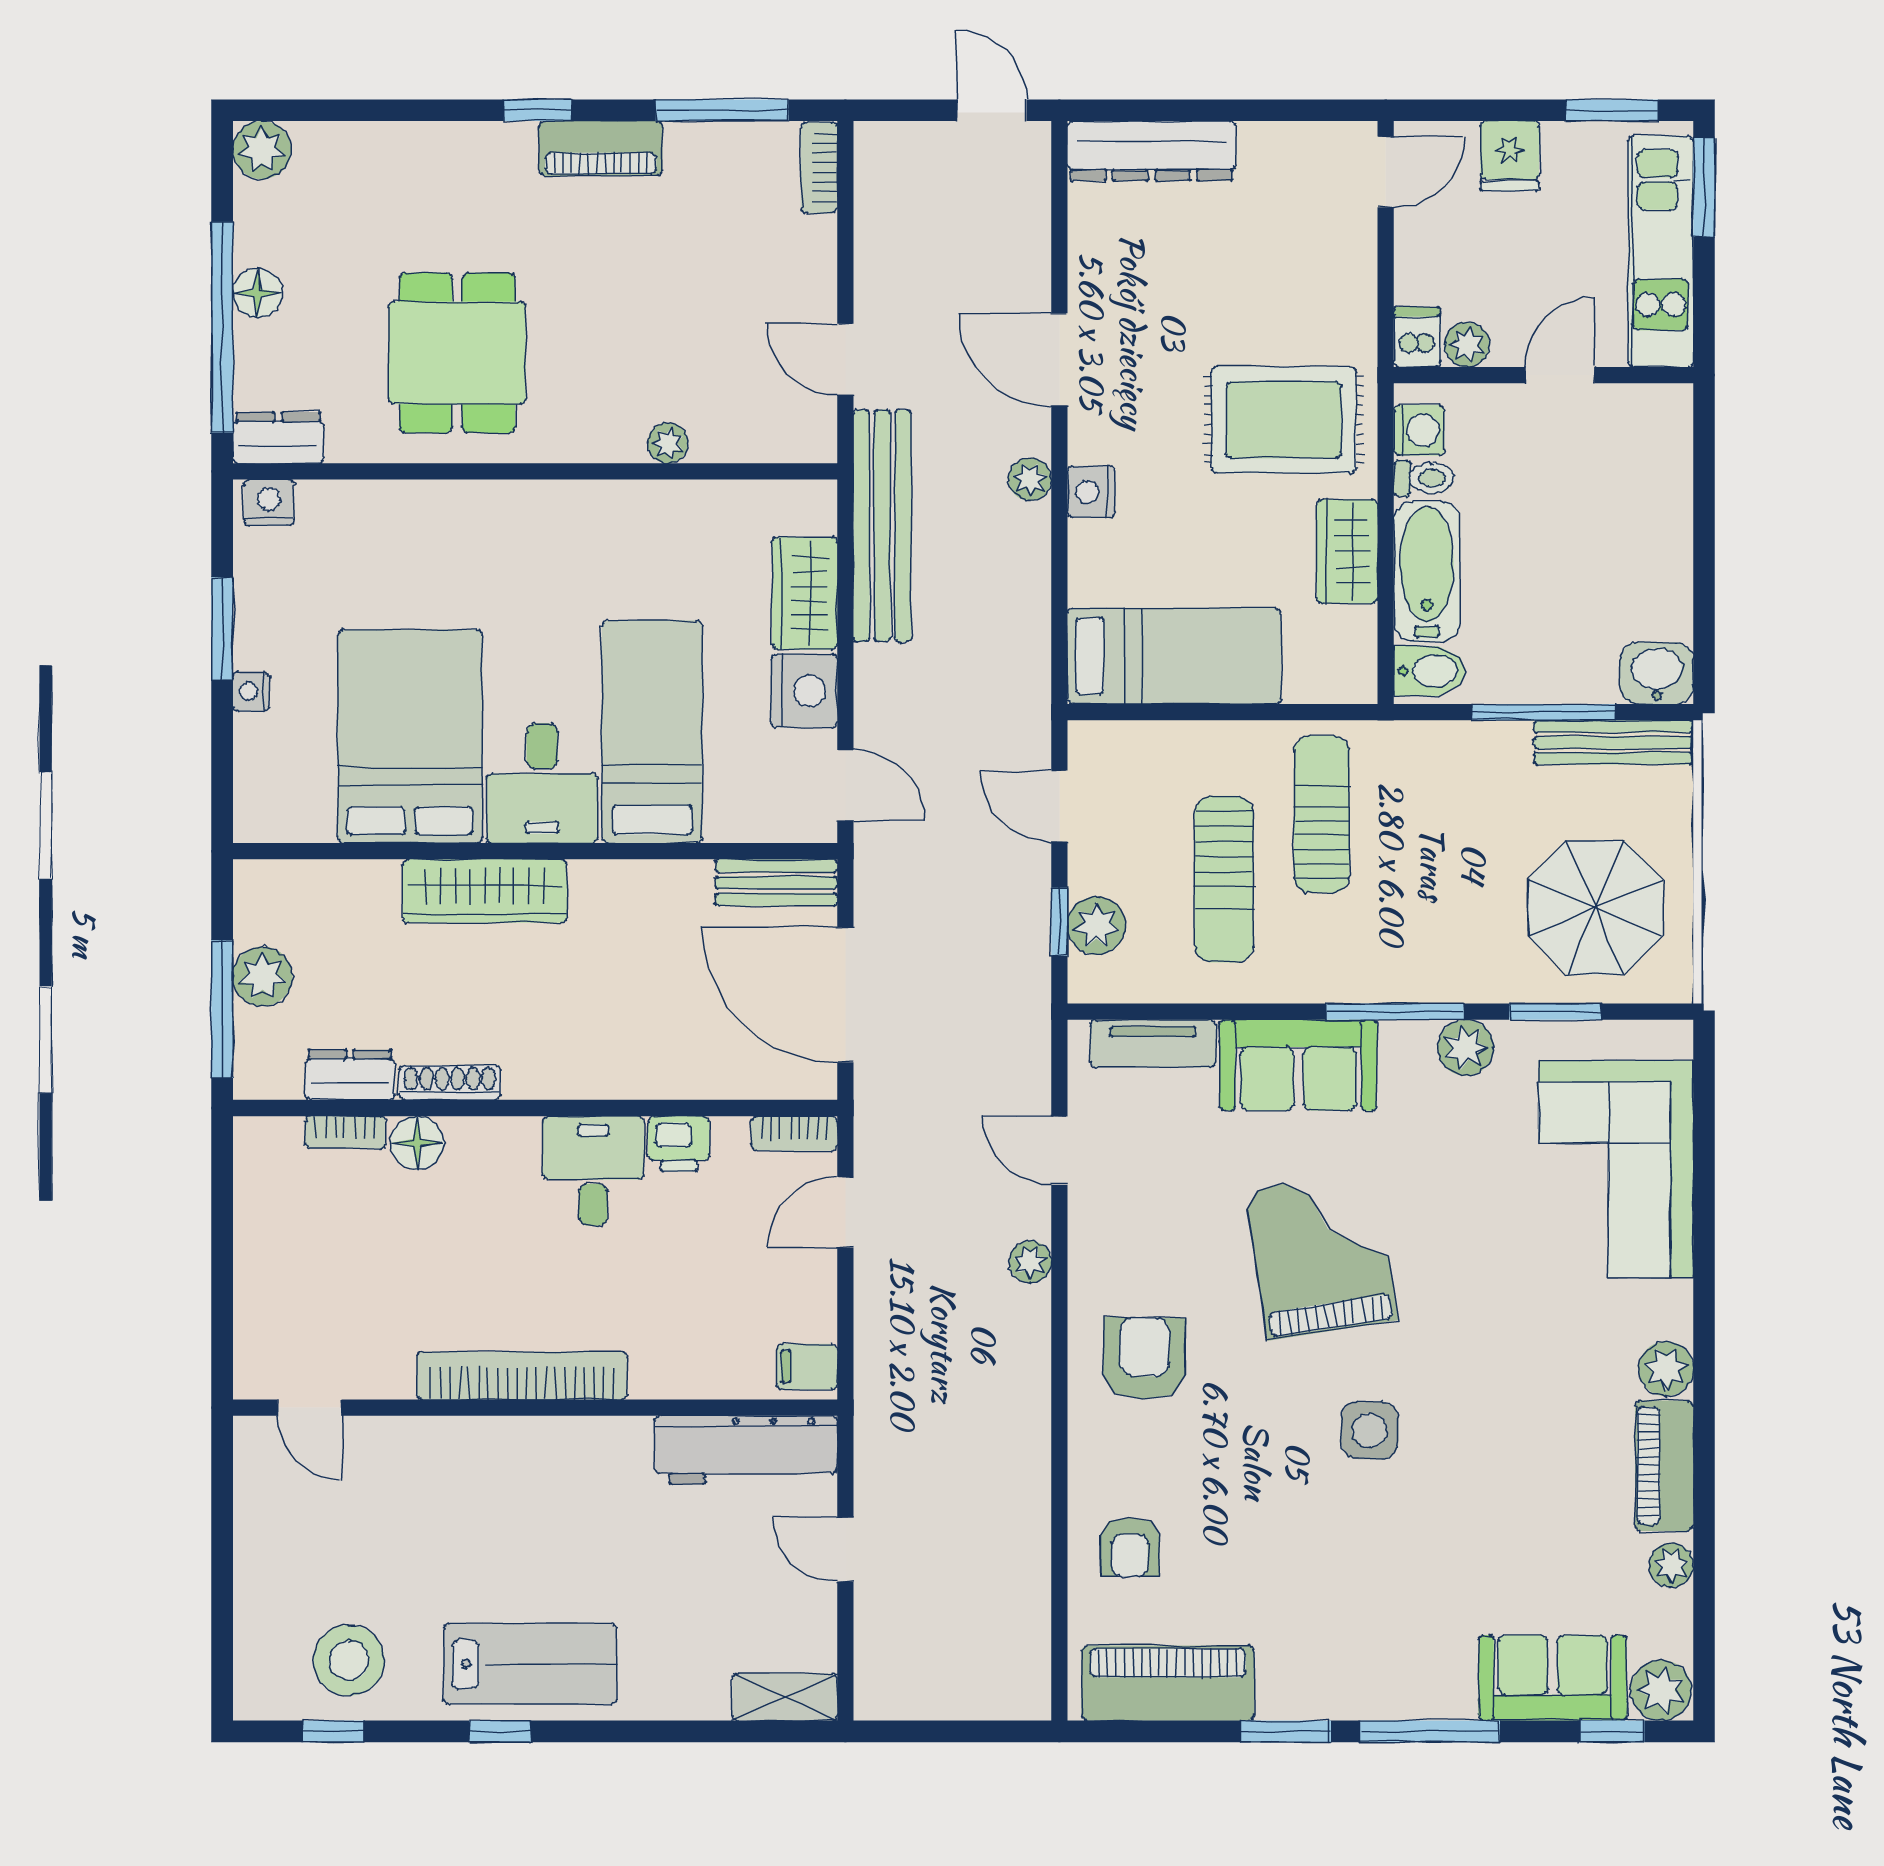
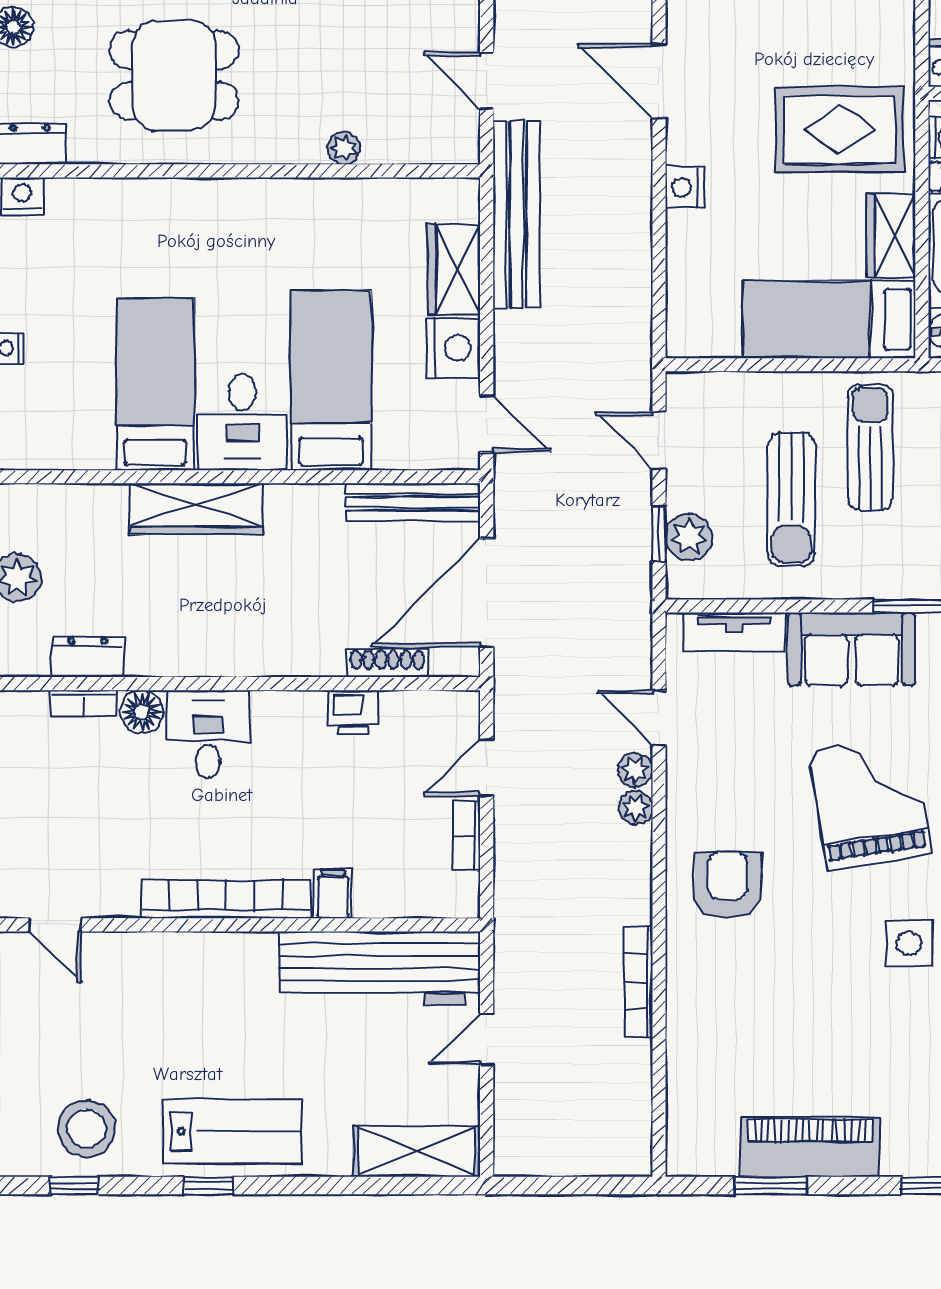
dining table: (457, 353) -> (174, 75), turned 90
plant: (1030, 479) -> (635, 770), moved
bed: (1174, 656) -> (829, 320), moved, turned 180
bed: (410, 736) -> (155, 384), width x0.67
bench: (776, 883) -> (413, 502), width x1.36
door: (845, 995) -> (487, 592), hinge flipped
shoe rack: (450, 1083) -> (387, 663), moved
bookcase: (794, 1133) -> (466, 835), moved, turned 90
desk: (593, 1171) -> (208, 734), moved
filing cabinet: (807, 1367) -> (333, 894), moved, turned 90
workbench: (746, 1450) -> (380, 968), width x1.36, depth x1.32
bookcase: (1034, 1479) -> (638, 982), added
armchair: (1130, 1547) -> (716, 1037), removed
door: (845, 1550) -> (487, 1039), hinge flipped
piano: (1168, 1683) -> (810, 1147), moved
shelving: (785, 1697) -> (417, 1152), width x1.50, depth x1.33
window: (1286, 1731) -> (771, 1186), moved

